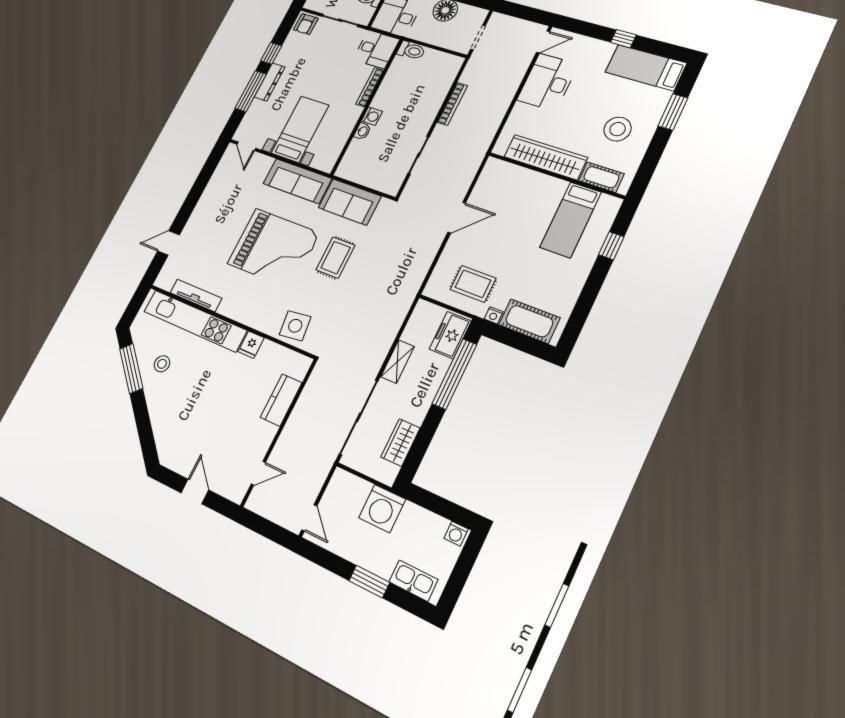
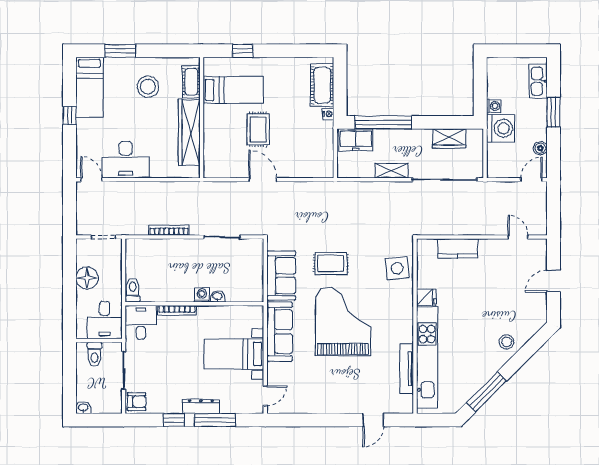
door: (168, 243) -> (373, 420), hinge flipped
rug: (473, 284) -> (258, 129), moved
stool: (162, 364) -> (507, 342), moved
washing machine: (456, 534) -> (494, 106), moved
boiler: (338, 545) -> (540, 148), added

